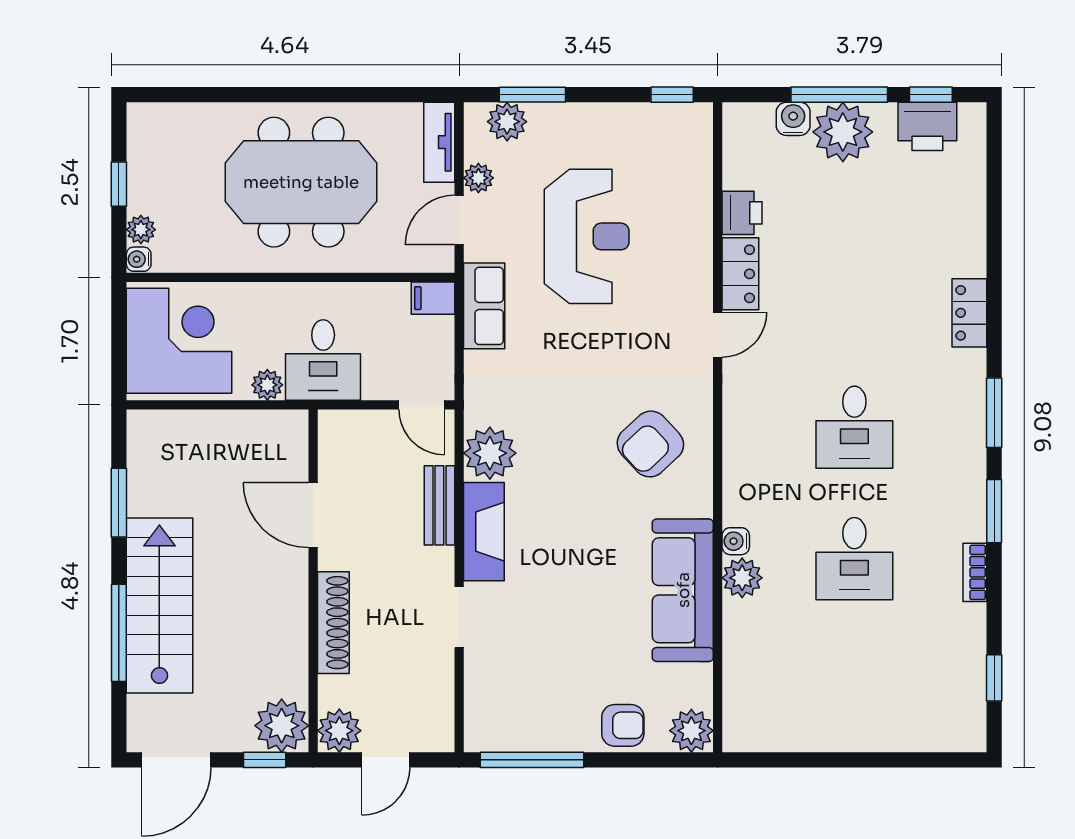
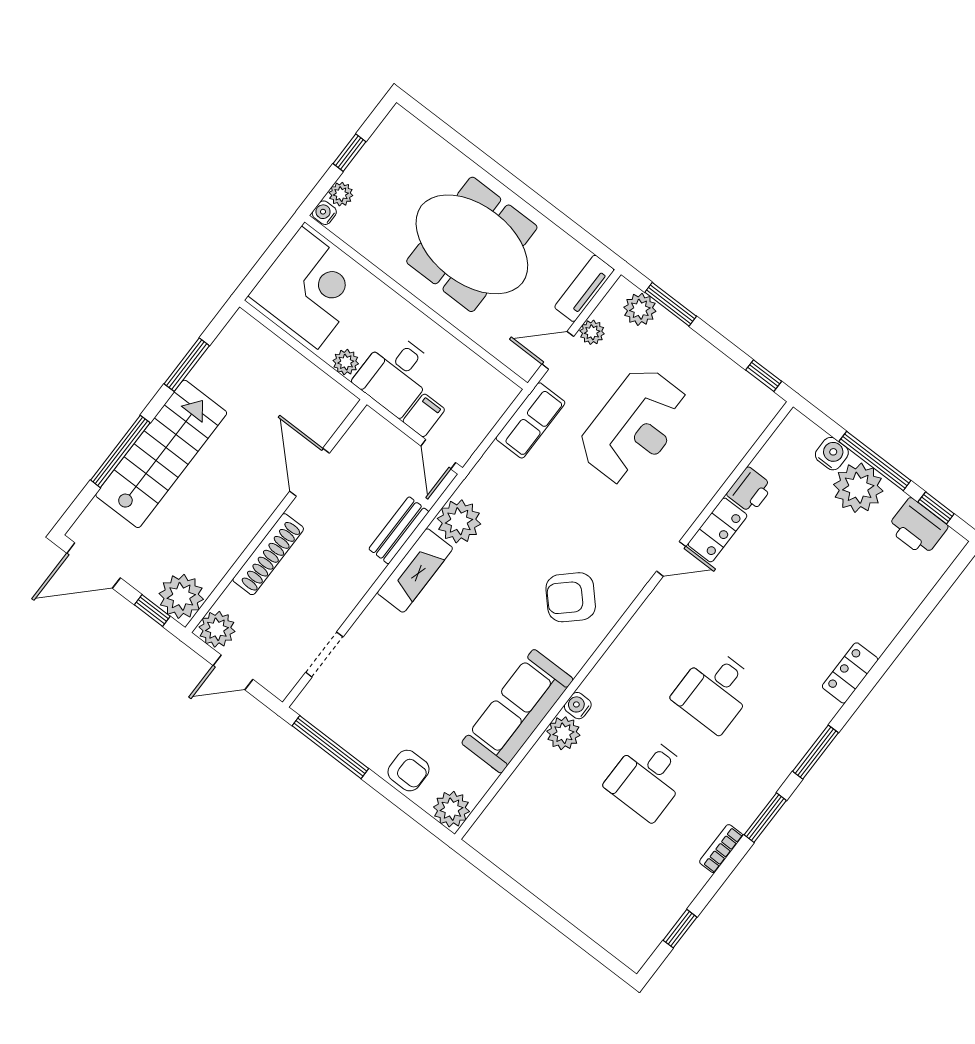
filing cabinet: (433, 298) -> (424, 415), moved, turned 90
doorway: (459, 617) -> (324, 655), moved

